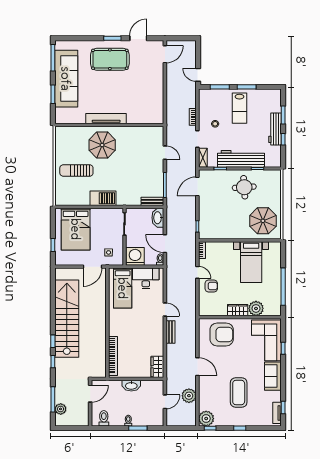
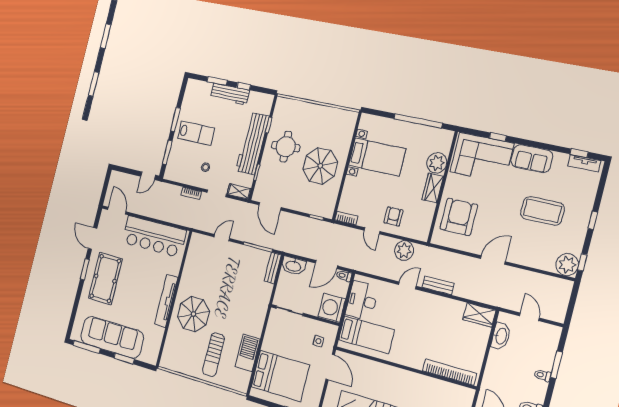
bar counter: (153, 94) -> (154, 236), added
barbecue: (103, 198) -> (248, 353), moved
parasol: (263, 221) -> (320, 166), moved
door: (197, 272) -> (372, 231), swing flipped
washbasin: (131, 386) -> (501, 336), moved
plant: (189, 396) -> (404, 250), moved

